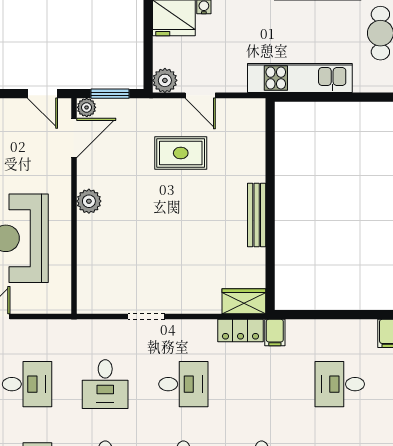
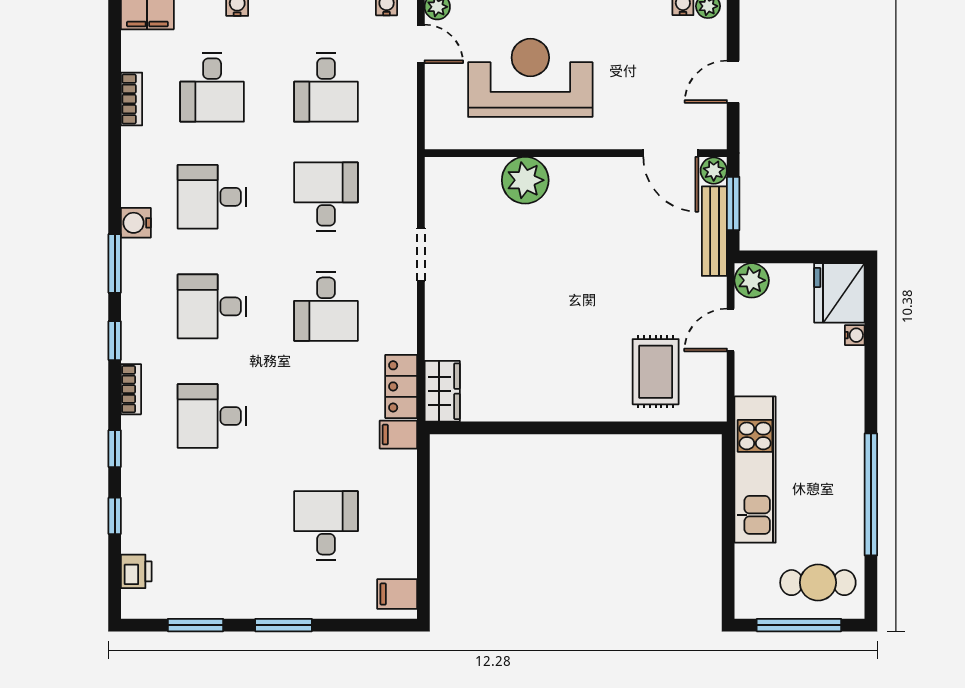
door: (42, 94) -> (733, 82), moved
rug: (181, 153) -> (656, 372), moved
plant: (89, 201) -> (525, 180), moved, width x1.36, depth x1.36
bench: (257, 215) -> (714, 231), moved, turned 90
desk: (105, 384) -> (326, 197), turned 90

